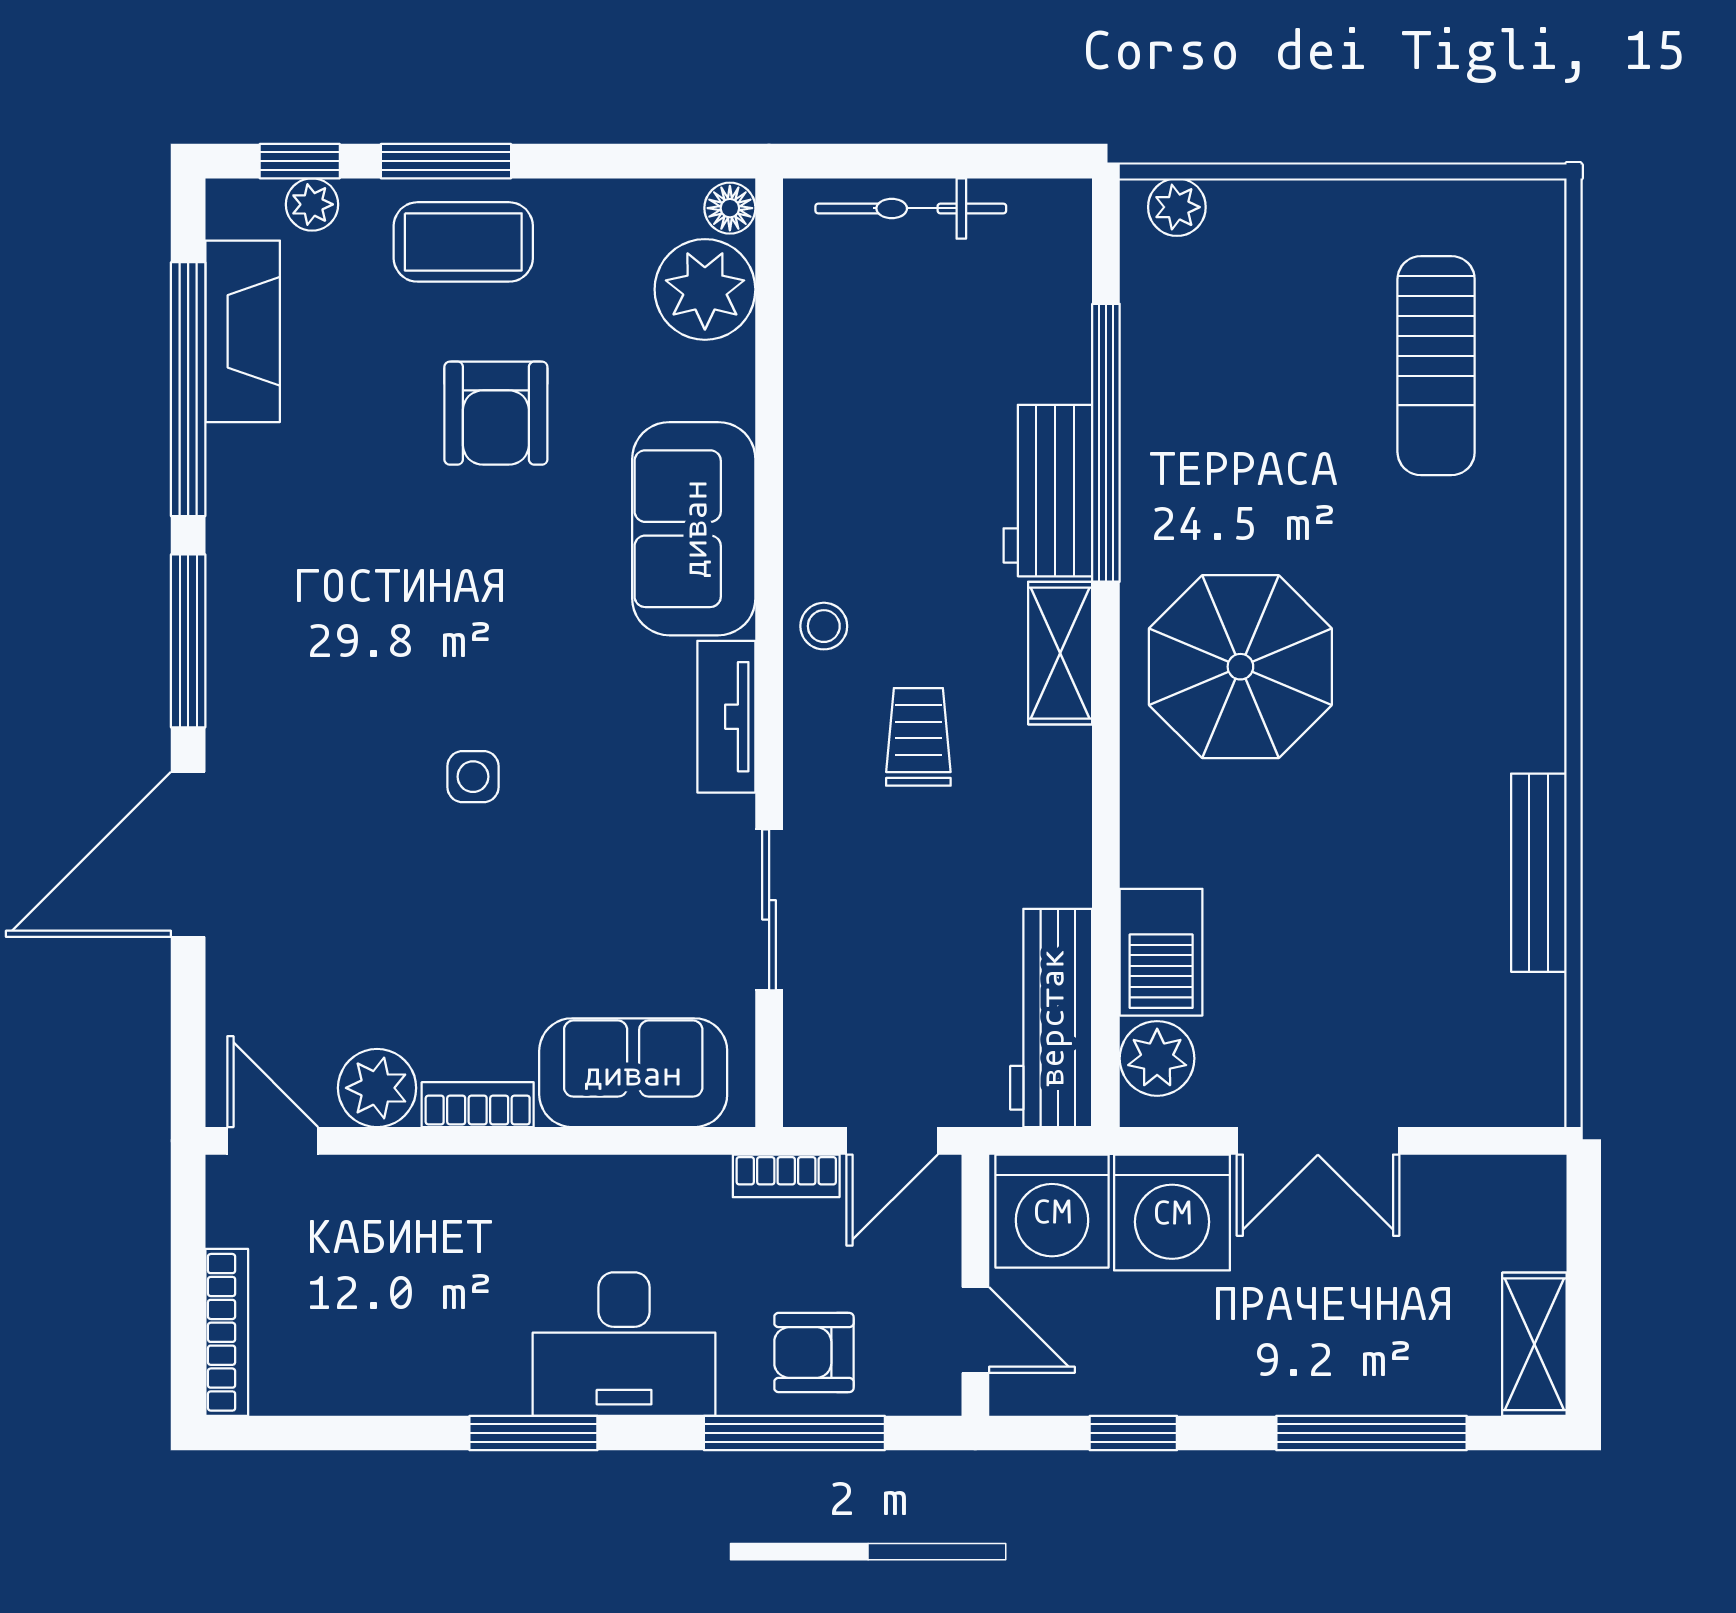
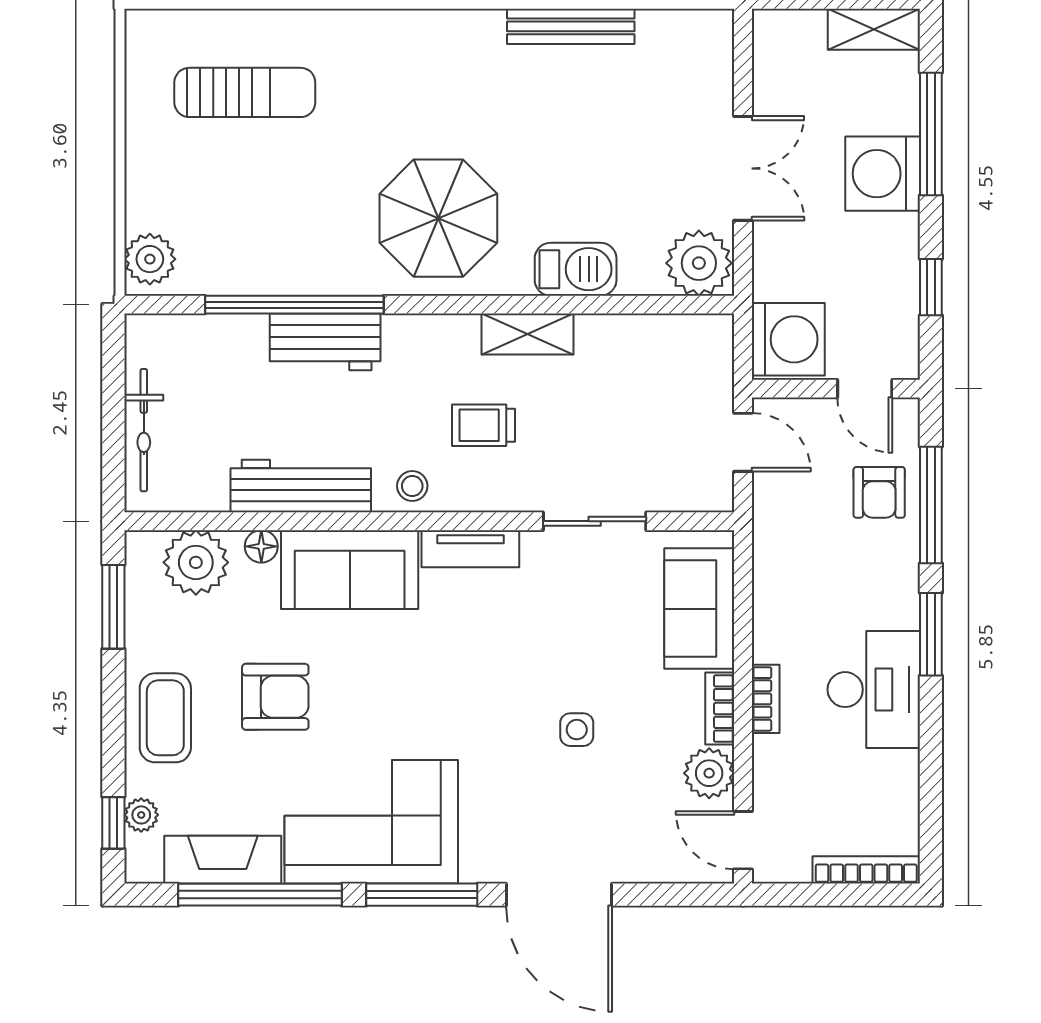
window: (446, 161) -> (113, 607), moved
plant: (1177, 207) -> (150, 259), width x1.38, depth x1.38
floor lamp: (730, 208) -> (261, 546), moved
corner sofa: (302, 562) -> (371, 822), added
shelving: (1060, 653) -> (527, 334), moved
side table: (473, 777) -> (577, 730), moved
barbecue: (1161, 952) -> (576, 269), moved
workbench: (1051, 1018) -> (301, 486), moved, turned 180
plant: (1157, 1058) -> (699, 263), width x1.36, depth x1.36
door: (273, 1141) -> (743, 840), hinge flipped
bookcase: (786, 1176) -> (766, 699), moved
washing machine: (1172, 1212) -> (883, 174), moved, turned 180
door: (975, 1330) -> (865, 389), swing flipped
desk: (624, 1344) -> (874, 690), moved
window: (533, 1433) -> (931, 634), moved

